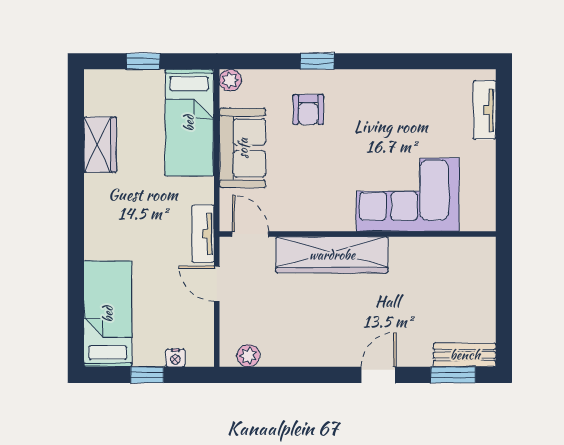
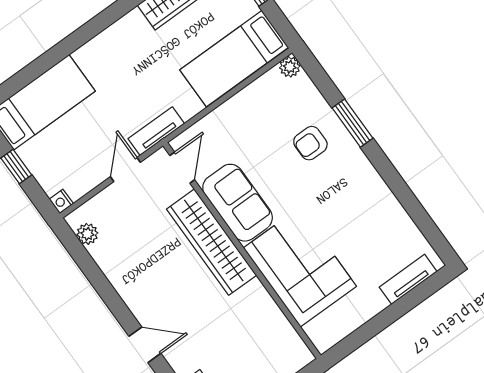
window: (317, 61) -> (352, 123), width x1.50
sofa: (243, 148) -> (238, 203), moved, turned -90
nightstand: (175, 358) -> (61, 201), moved

